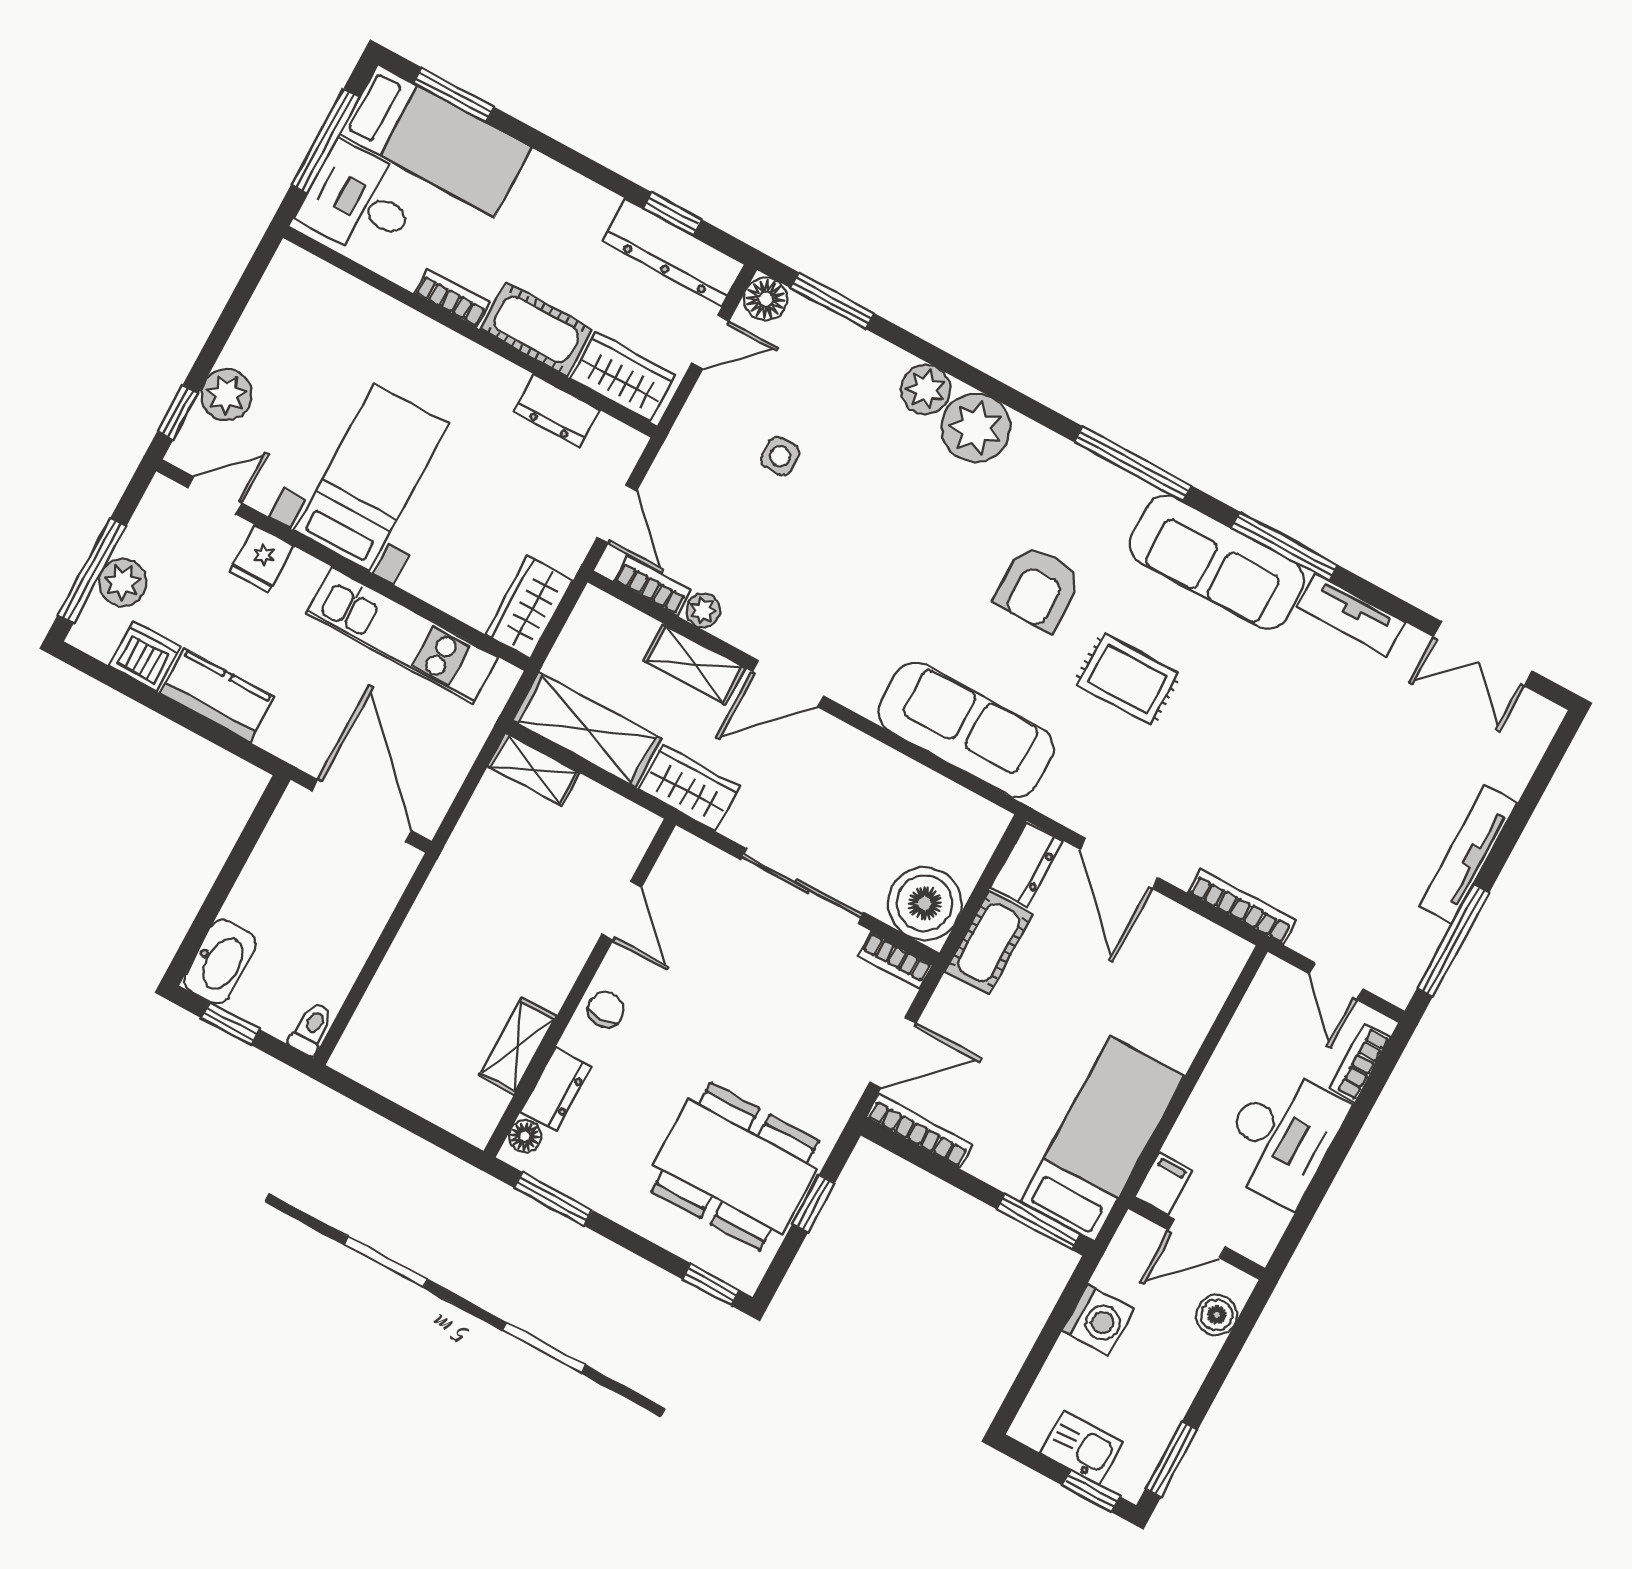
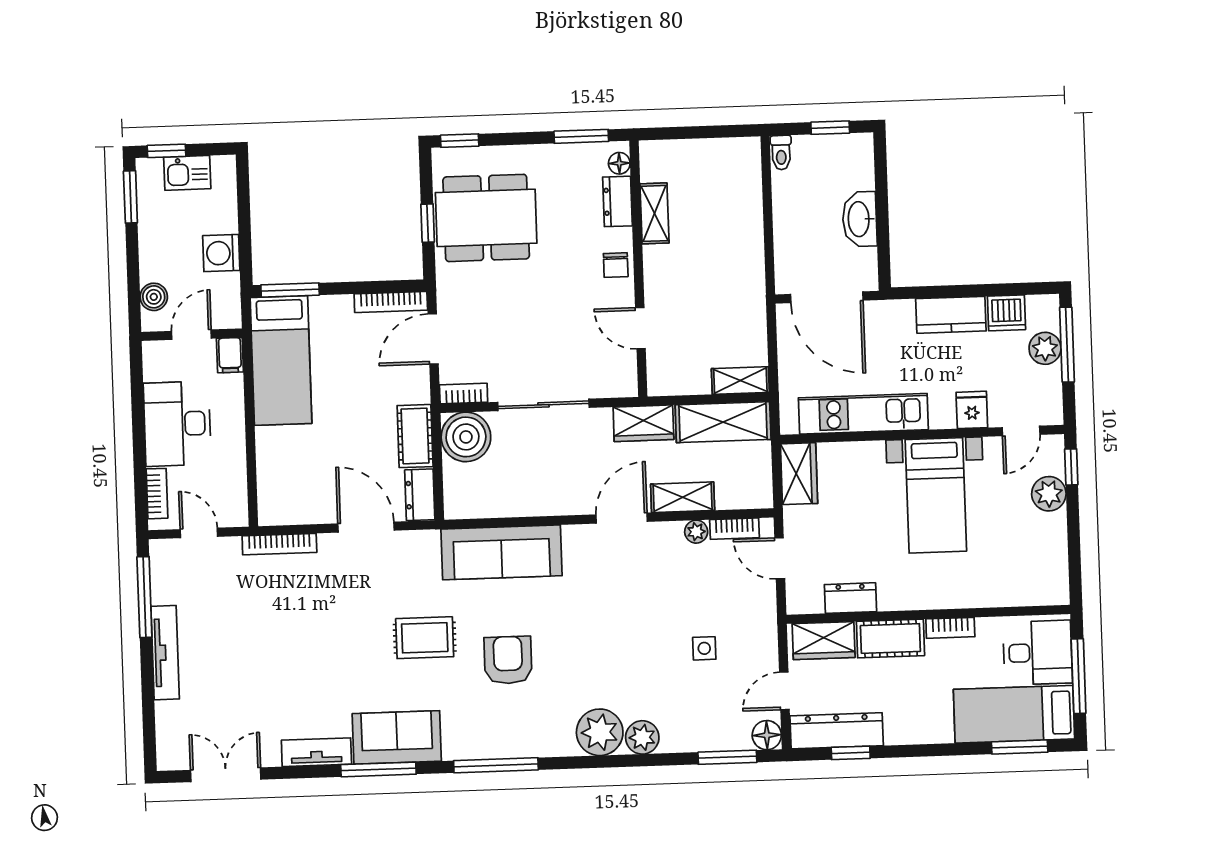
sofa: (1217, 562) -> (397, 737), width x0.73
washbasin: (220, 962) -> (860, 219), moved

